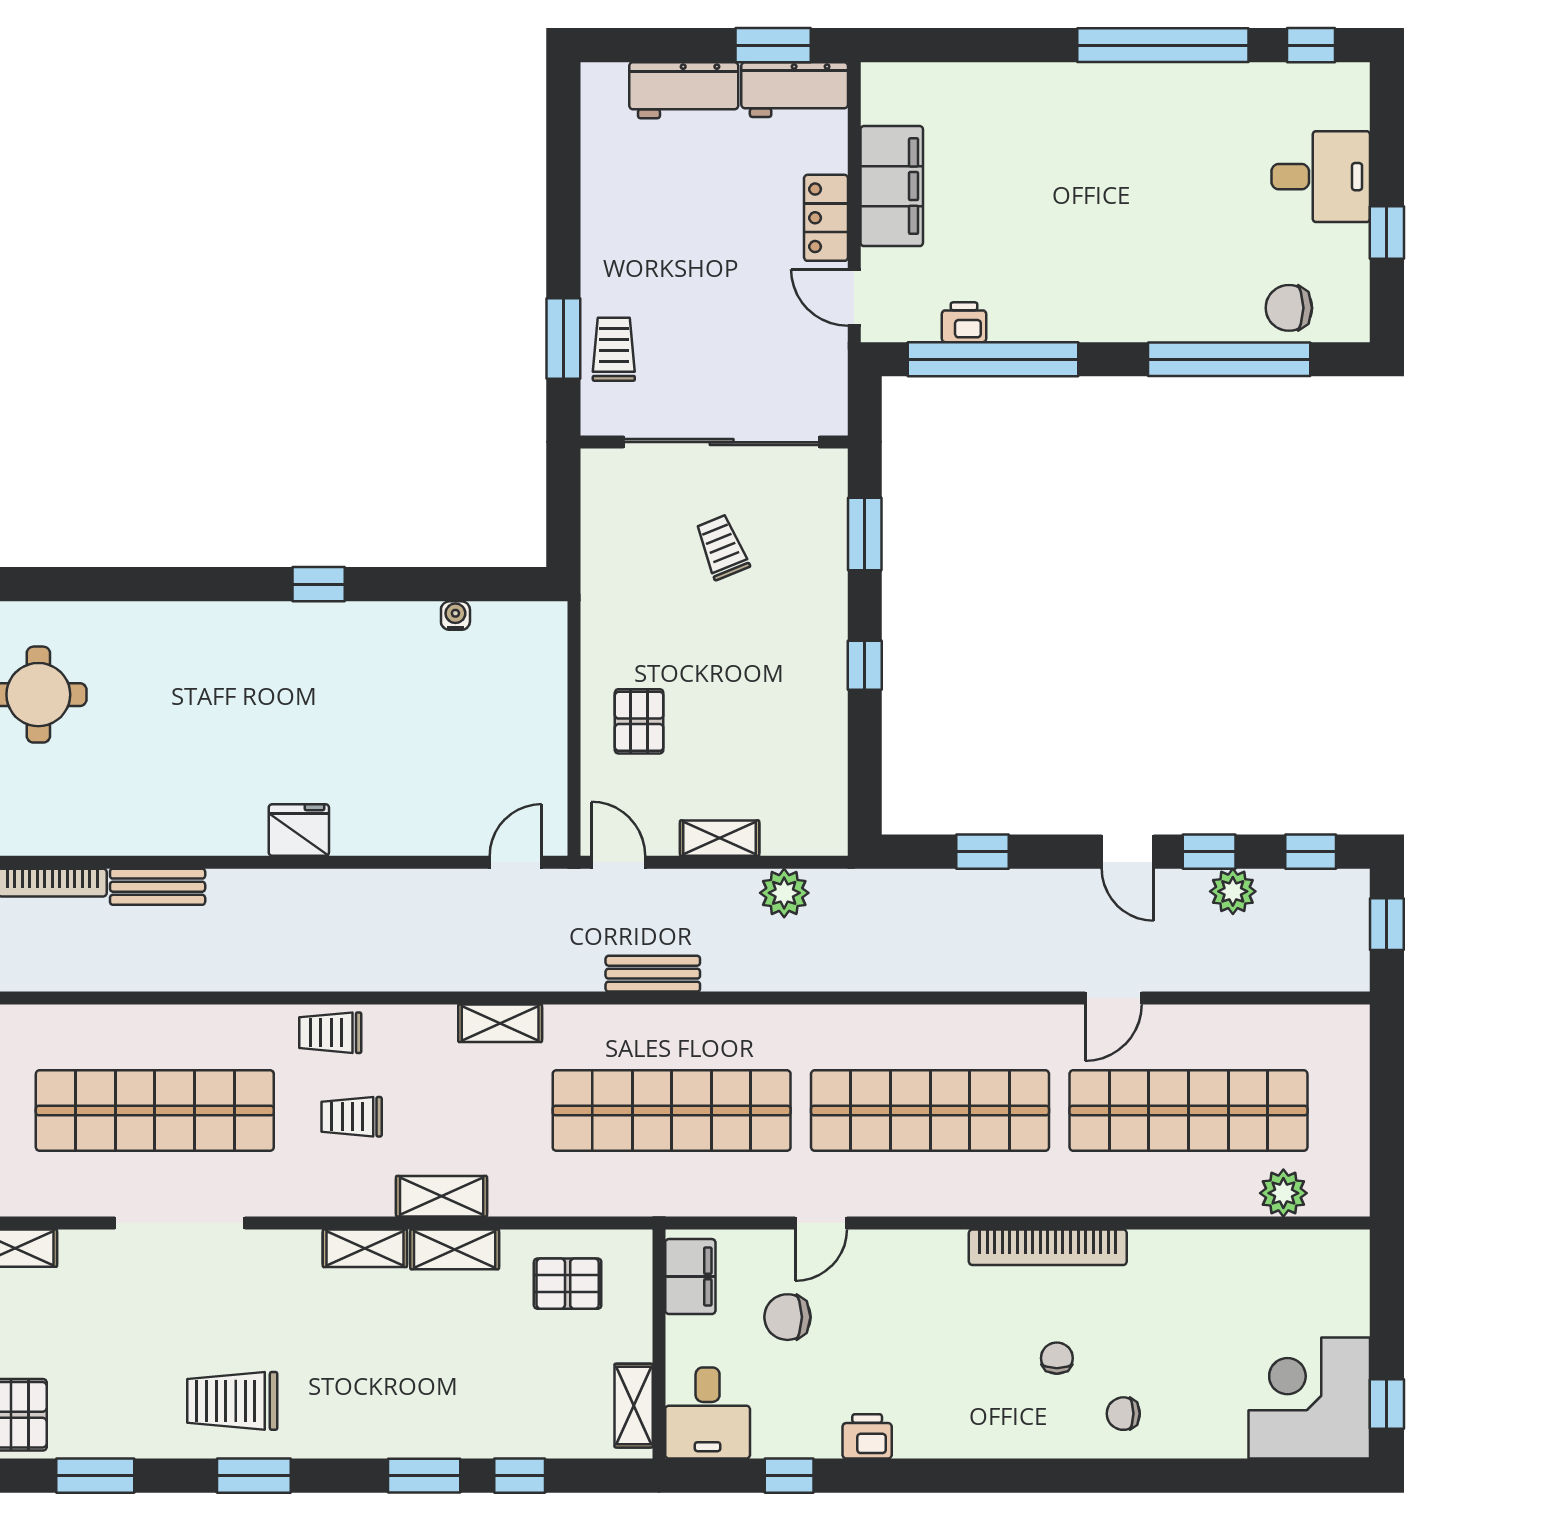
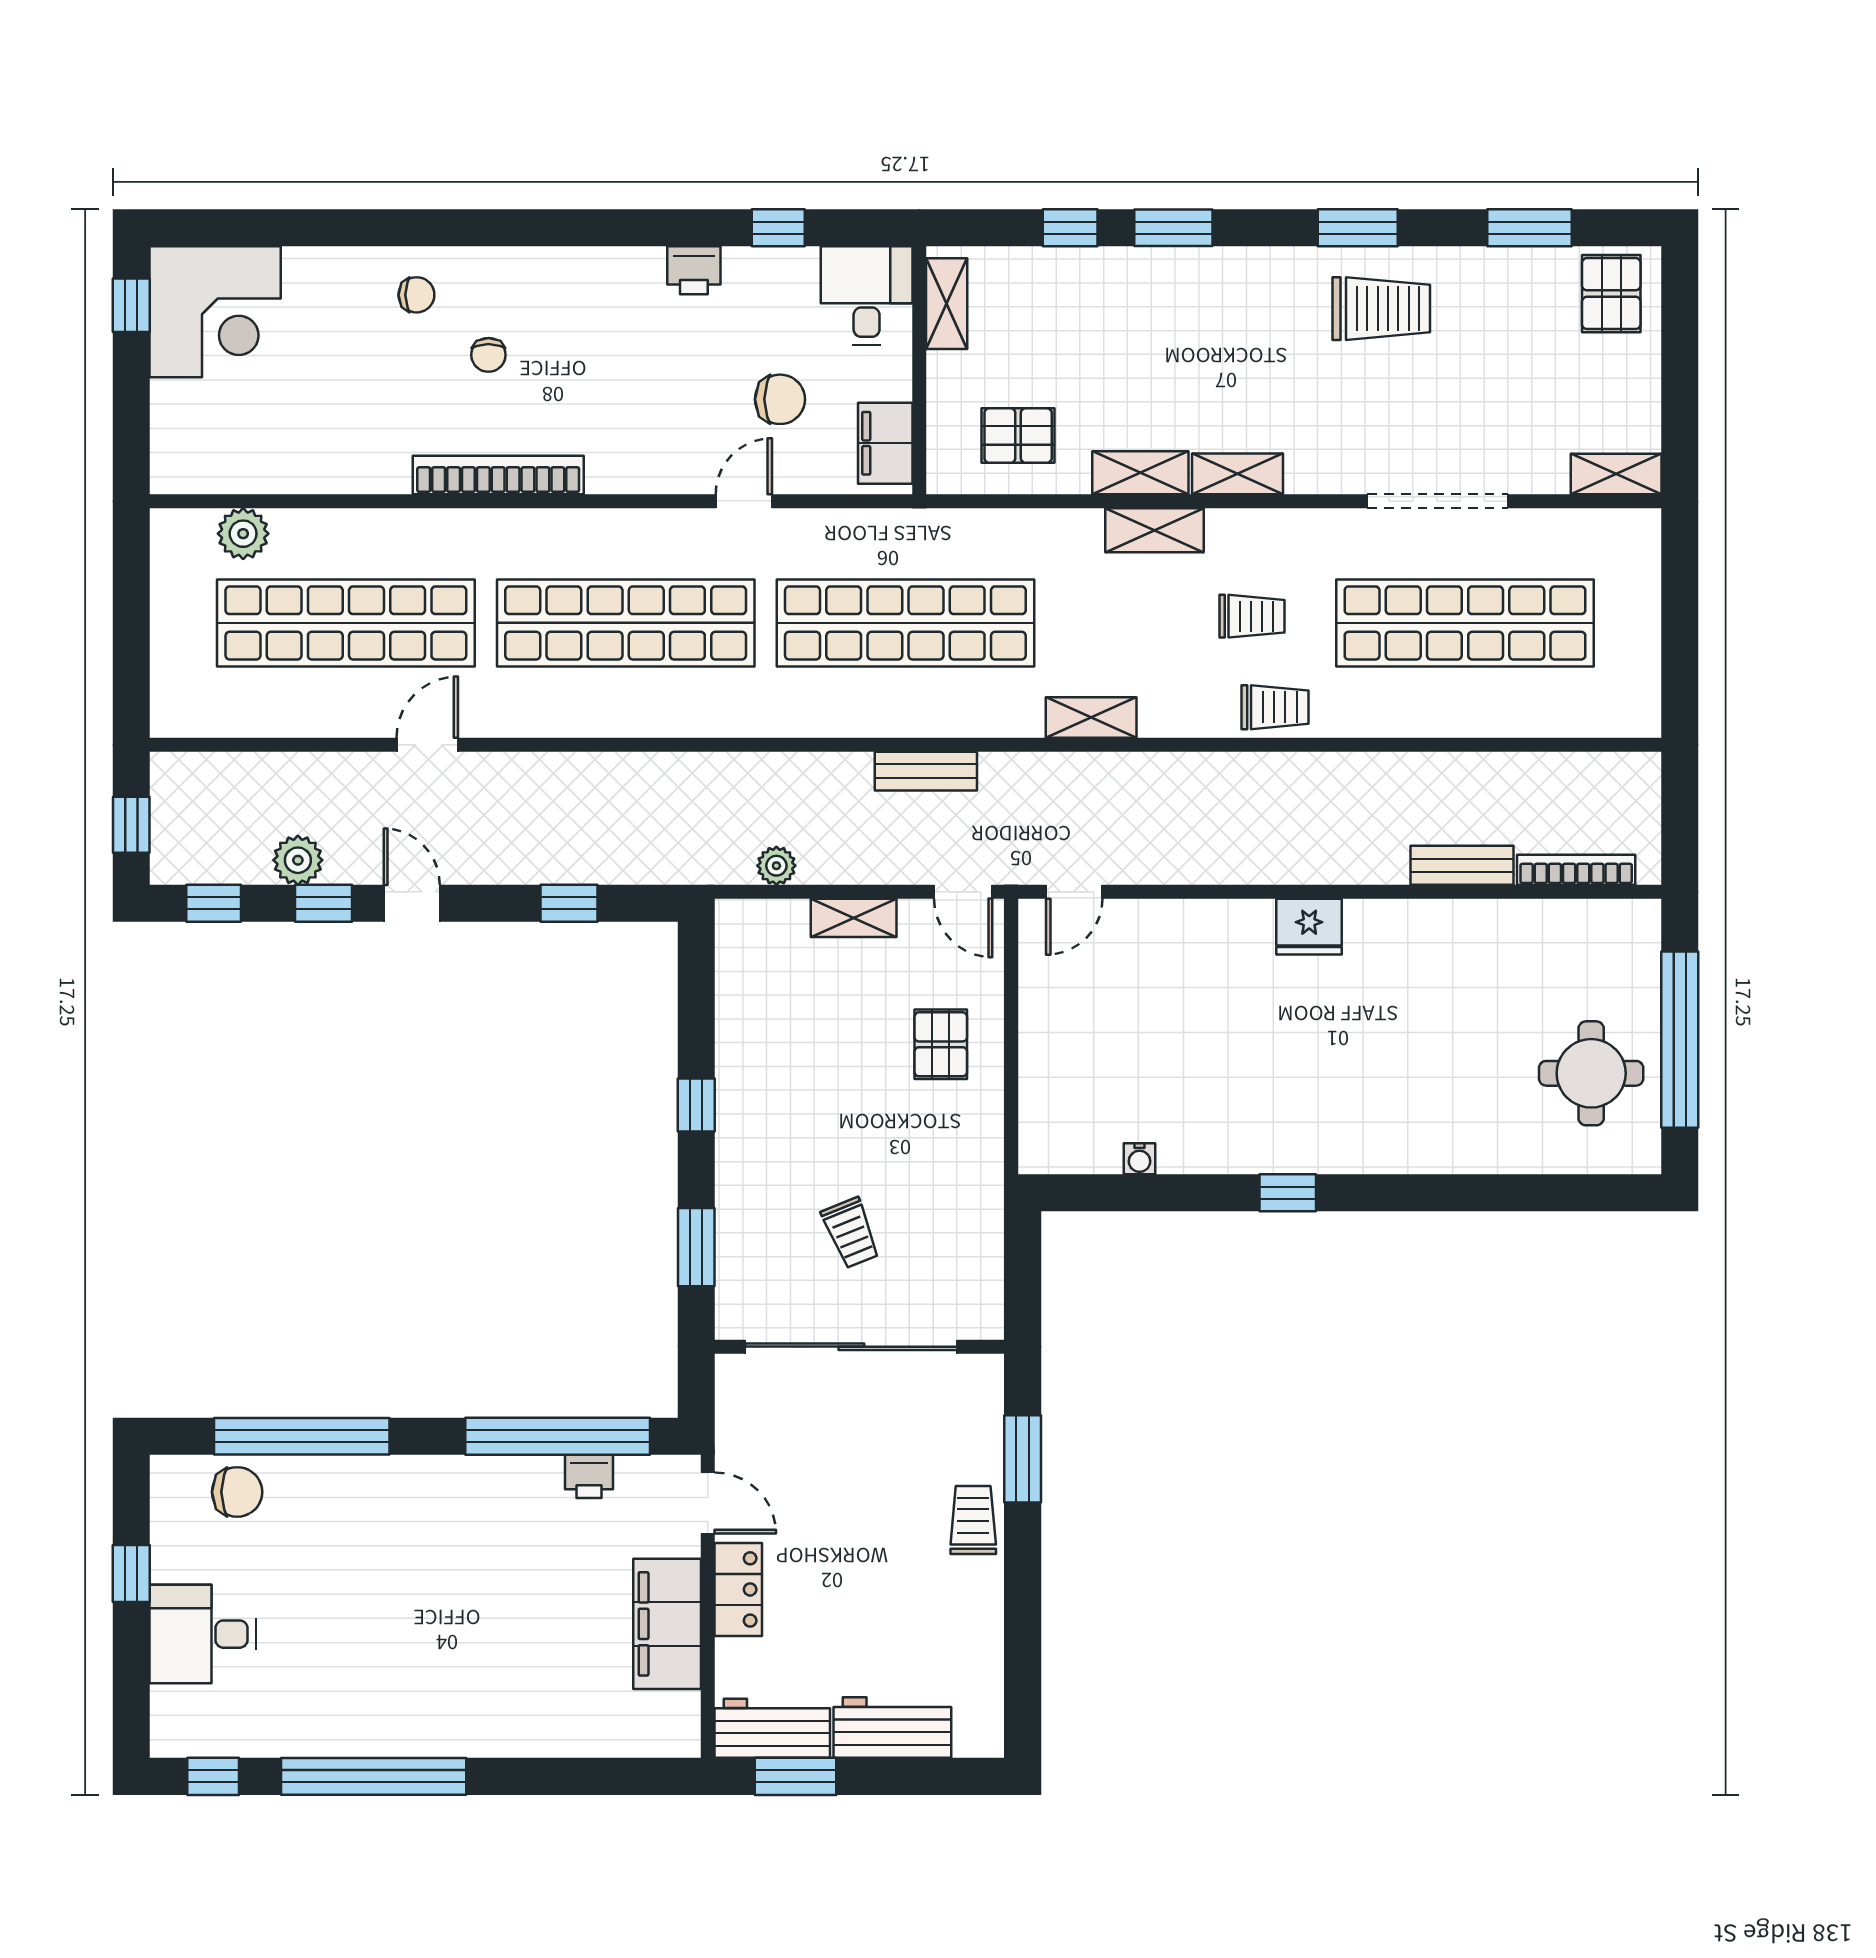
trolley: (614, 349) -> (973, 1520), moved, turned 180
plant: (784, 893) -> (776, 866), width x0.73, depth x0.73

